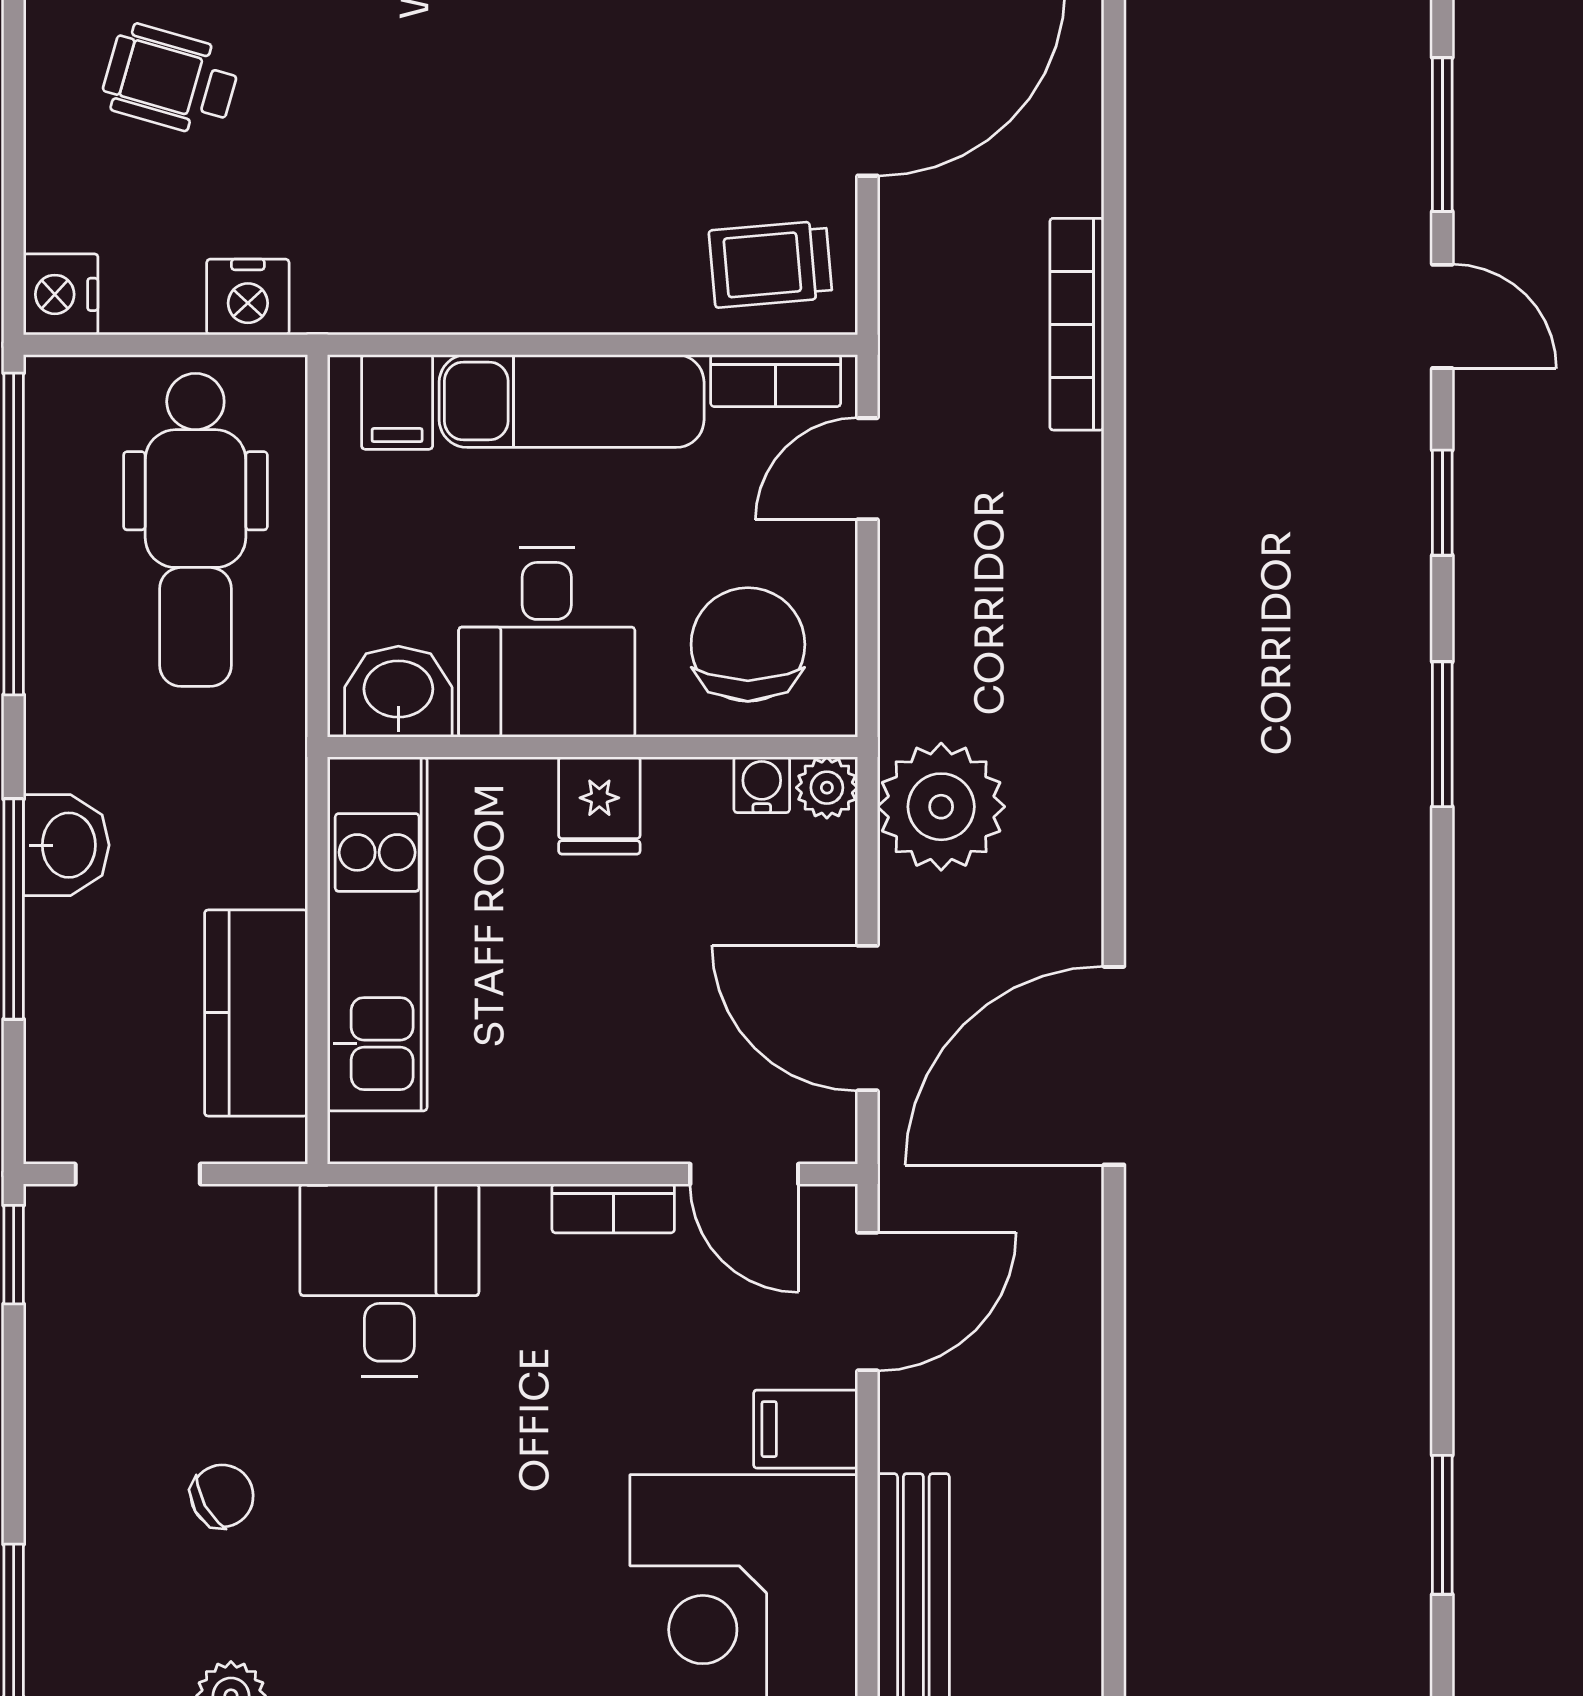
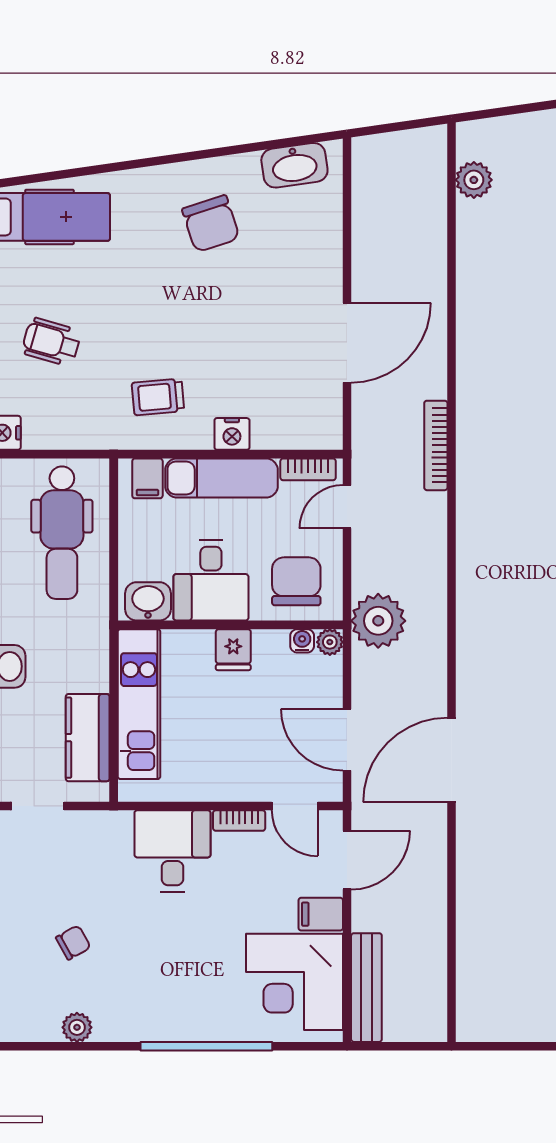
trolley: (771, 264) -> (158, 397), moved
nightstand: (248, 297) -> (232, 434), moved
plant: (941, 807) -> (378, 621), moved
desk: (389, 1280) -> (172, 851), moved

